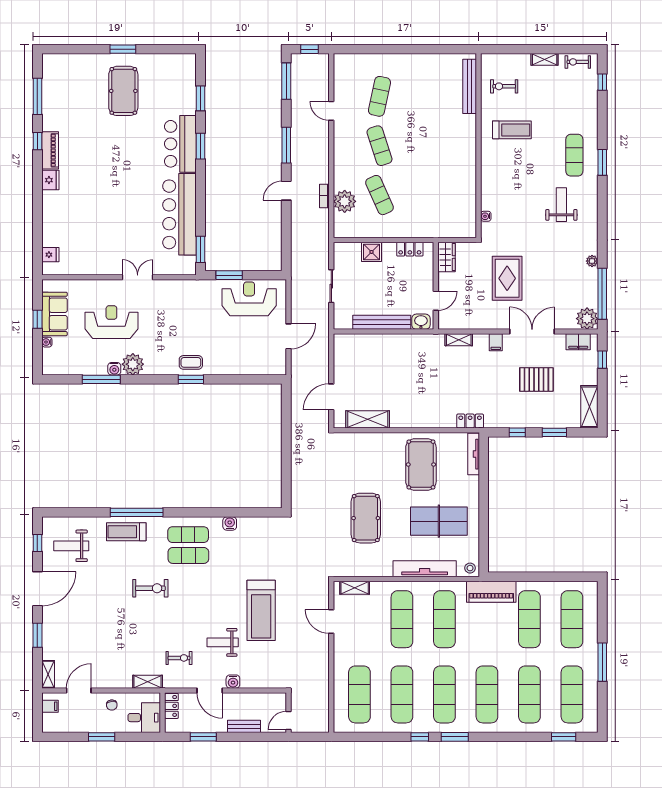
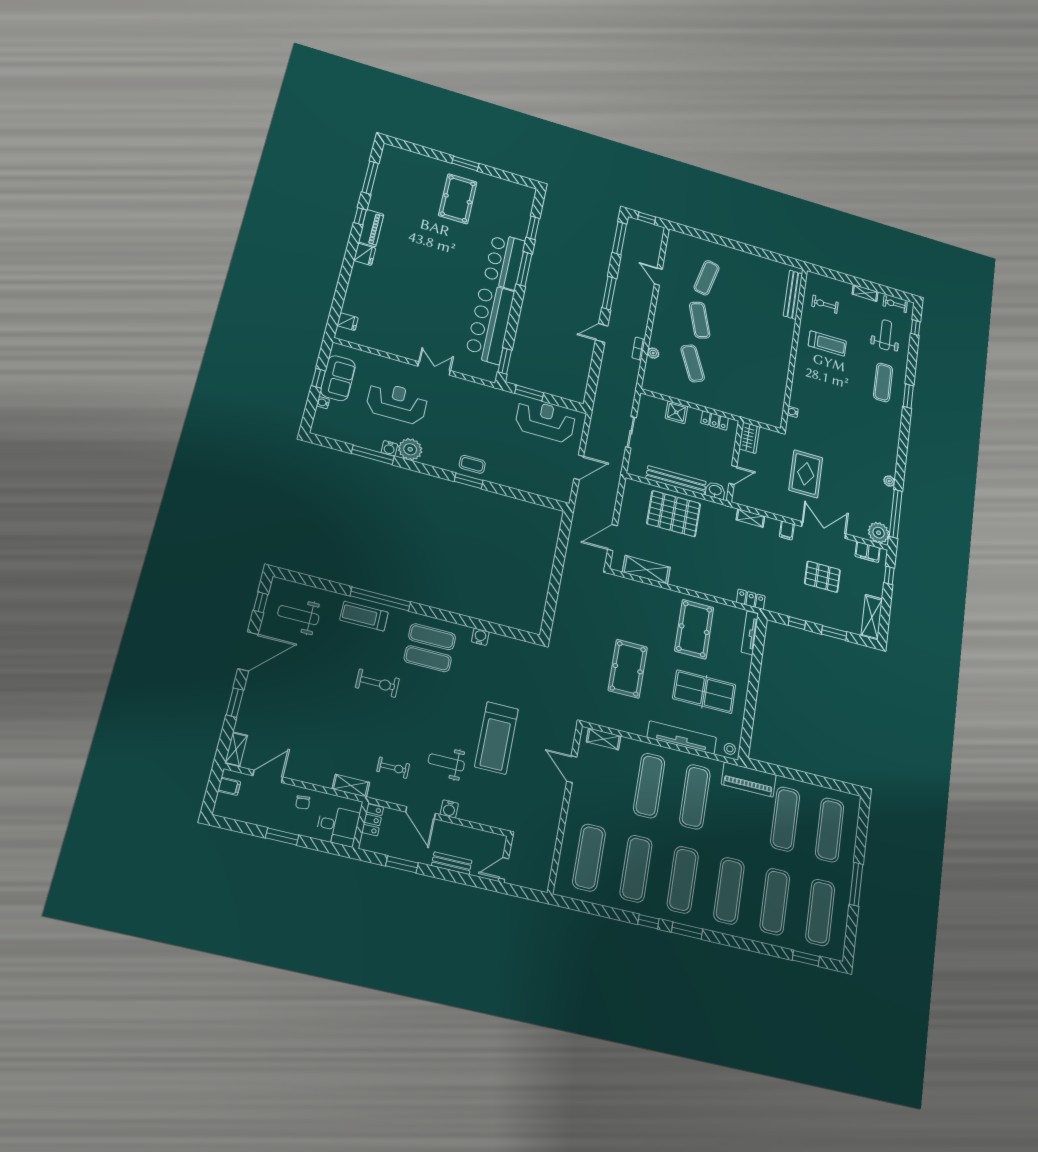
window: (200, 146) -> (524, 269), width x1.44
plant: (345, 201) -> (653, 353), width x0.53, depth x0.53
weight bench: (561, 205) -> (886, 335), moved
pallet: (385, 357) -> (674, 514), added

